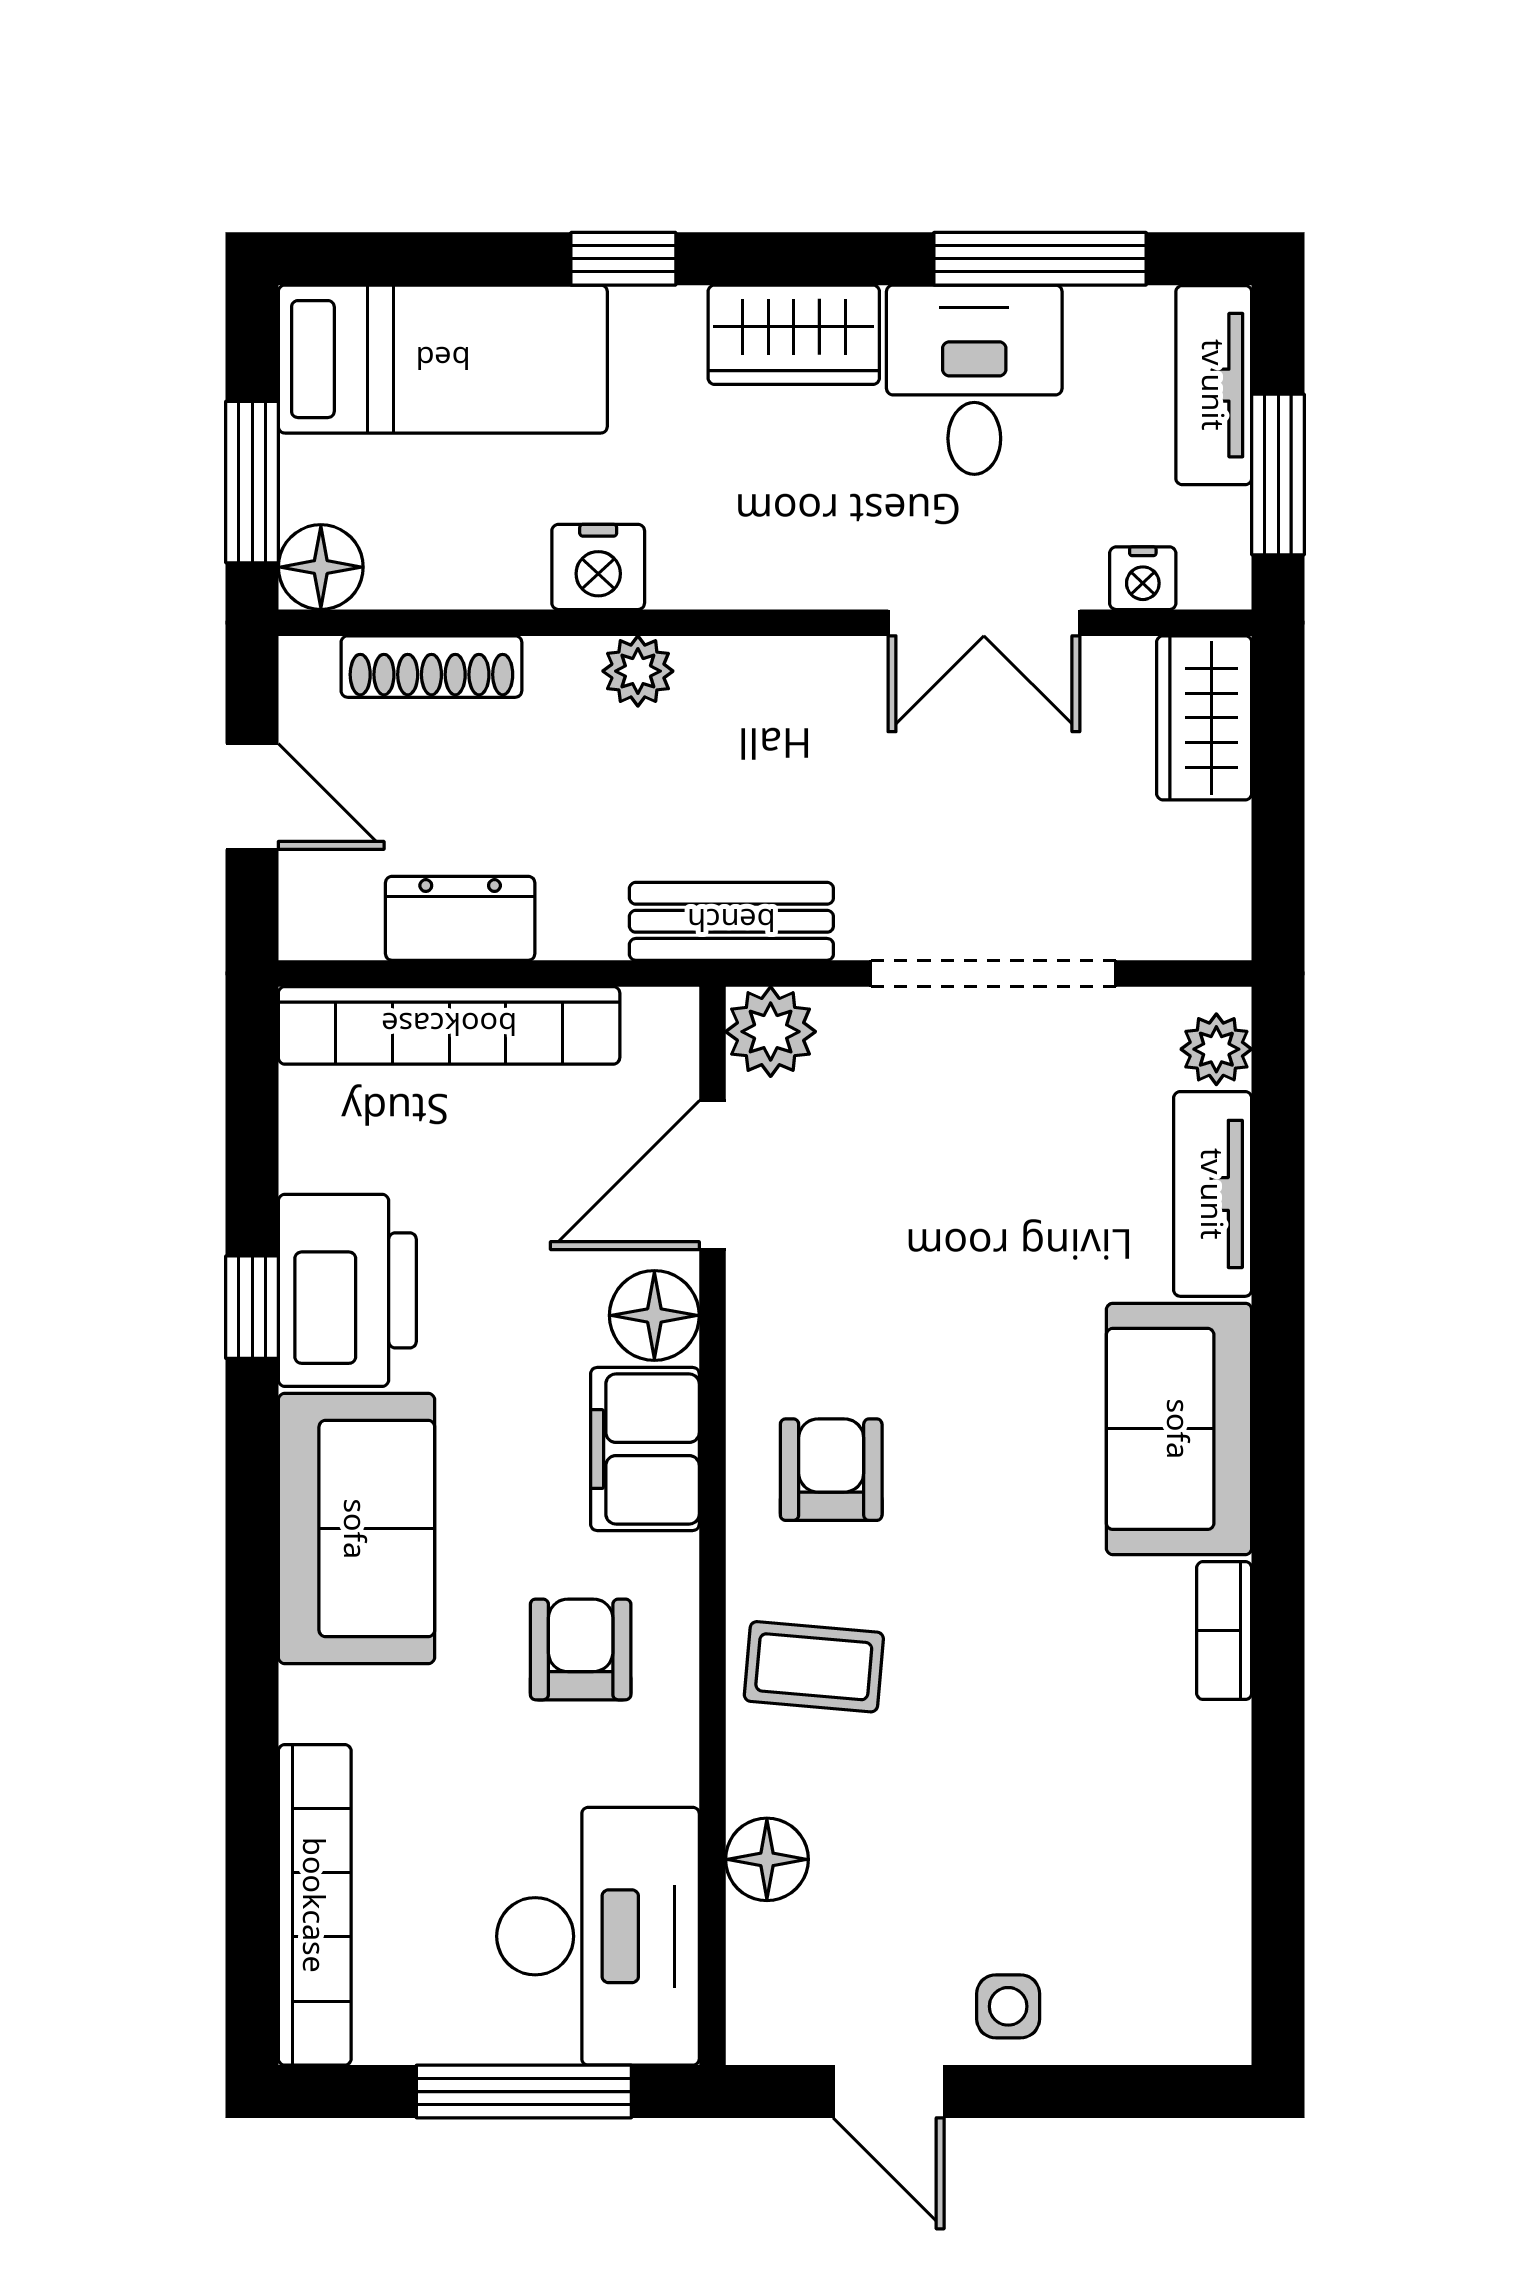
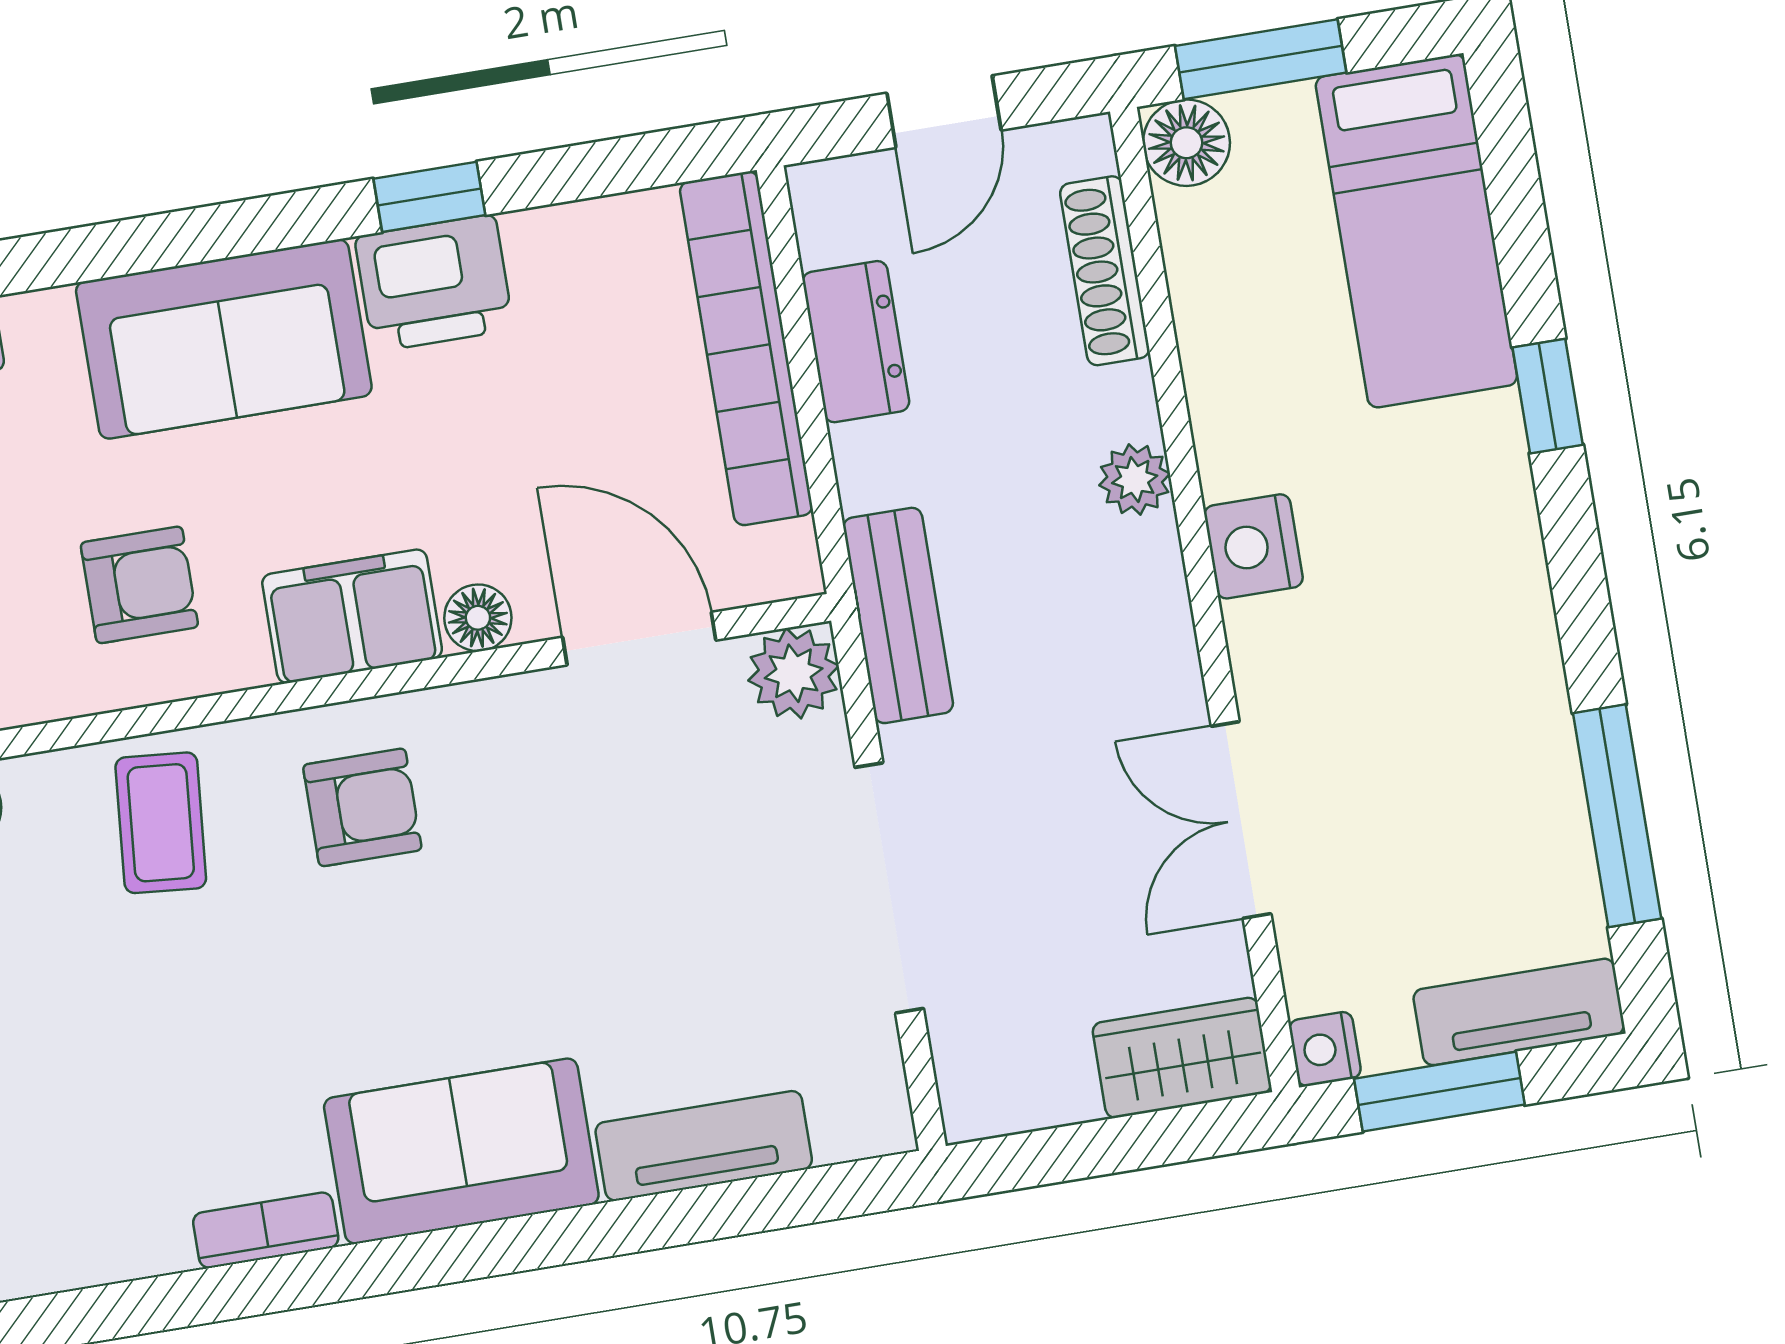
wardrobe: (794, 335) -> (1499, 580), removed
desk: (974, 380) -> (1484, 770), removed
nightstand: (598, 567) -> (1253, 546), moved
nightstand: (1143, 578) -> (1325, 1049), moved
plant: (1216, 1049) -> (850, 1125), removed
printer: (347, 1290) -> (434, 283), width x0.73, depth x0.84
floor lamp: (654, 1315) -> (478, 618), width x0.73, depth x0.73

